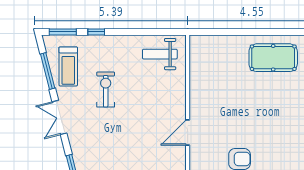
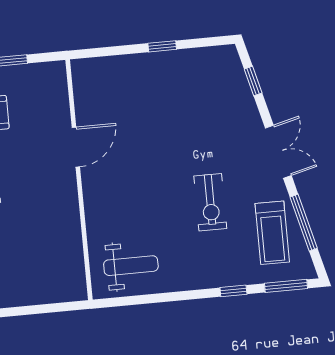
treadmill: (68, 66) -> (272, 233), turned 180

